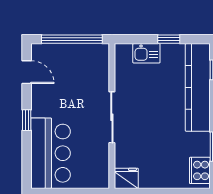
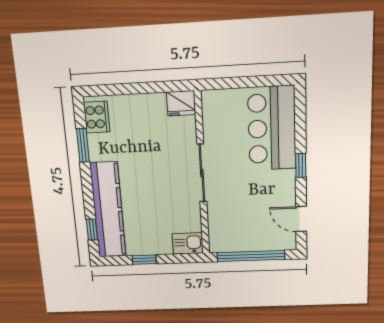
kitchen sink: (146, 53) -> (188, 243), moved

